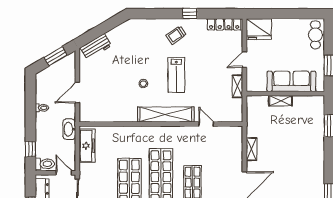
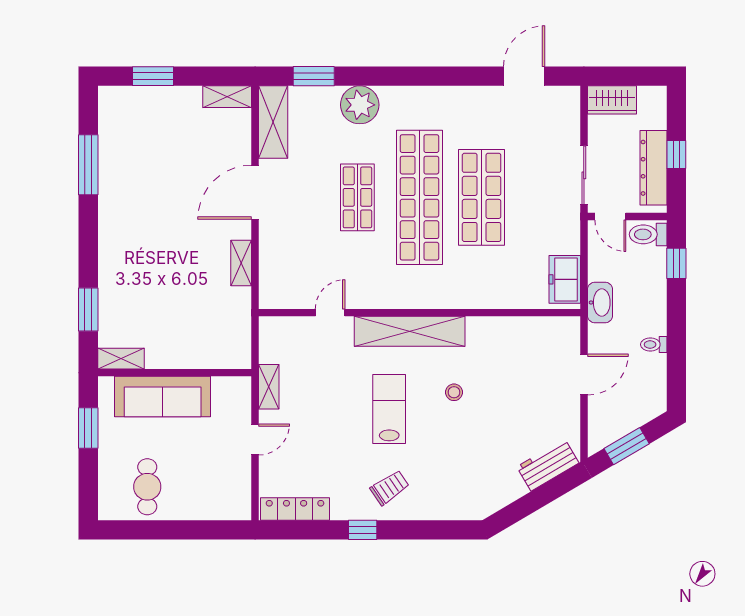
fridge: (259, 29) -> (227, 500), removed
cafe table: (315, 35) -> (147, 487), moved
shelving: (280, 101) -> (121, 359), moved
door: (206, 124) -> (330, 313), swing flipped
freezer: (87, 146) -> (565, 279), width x0.71

